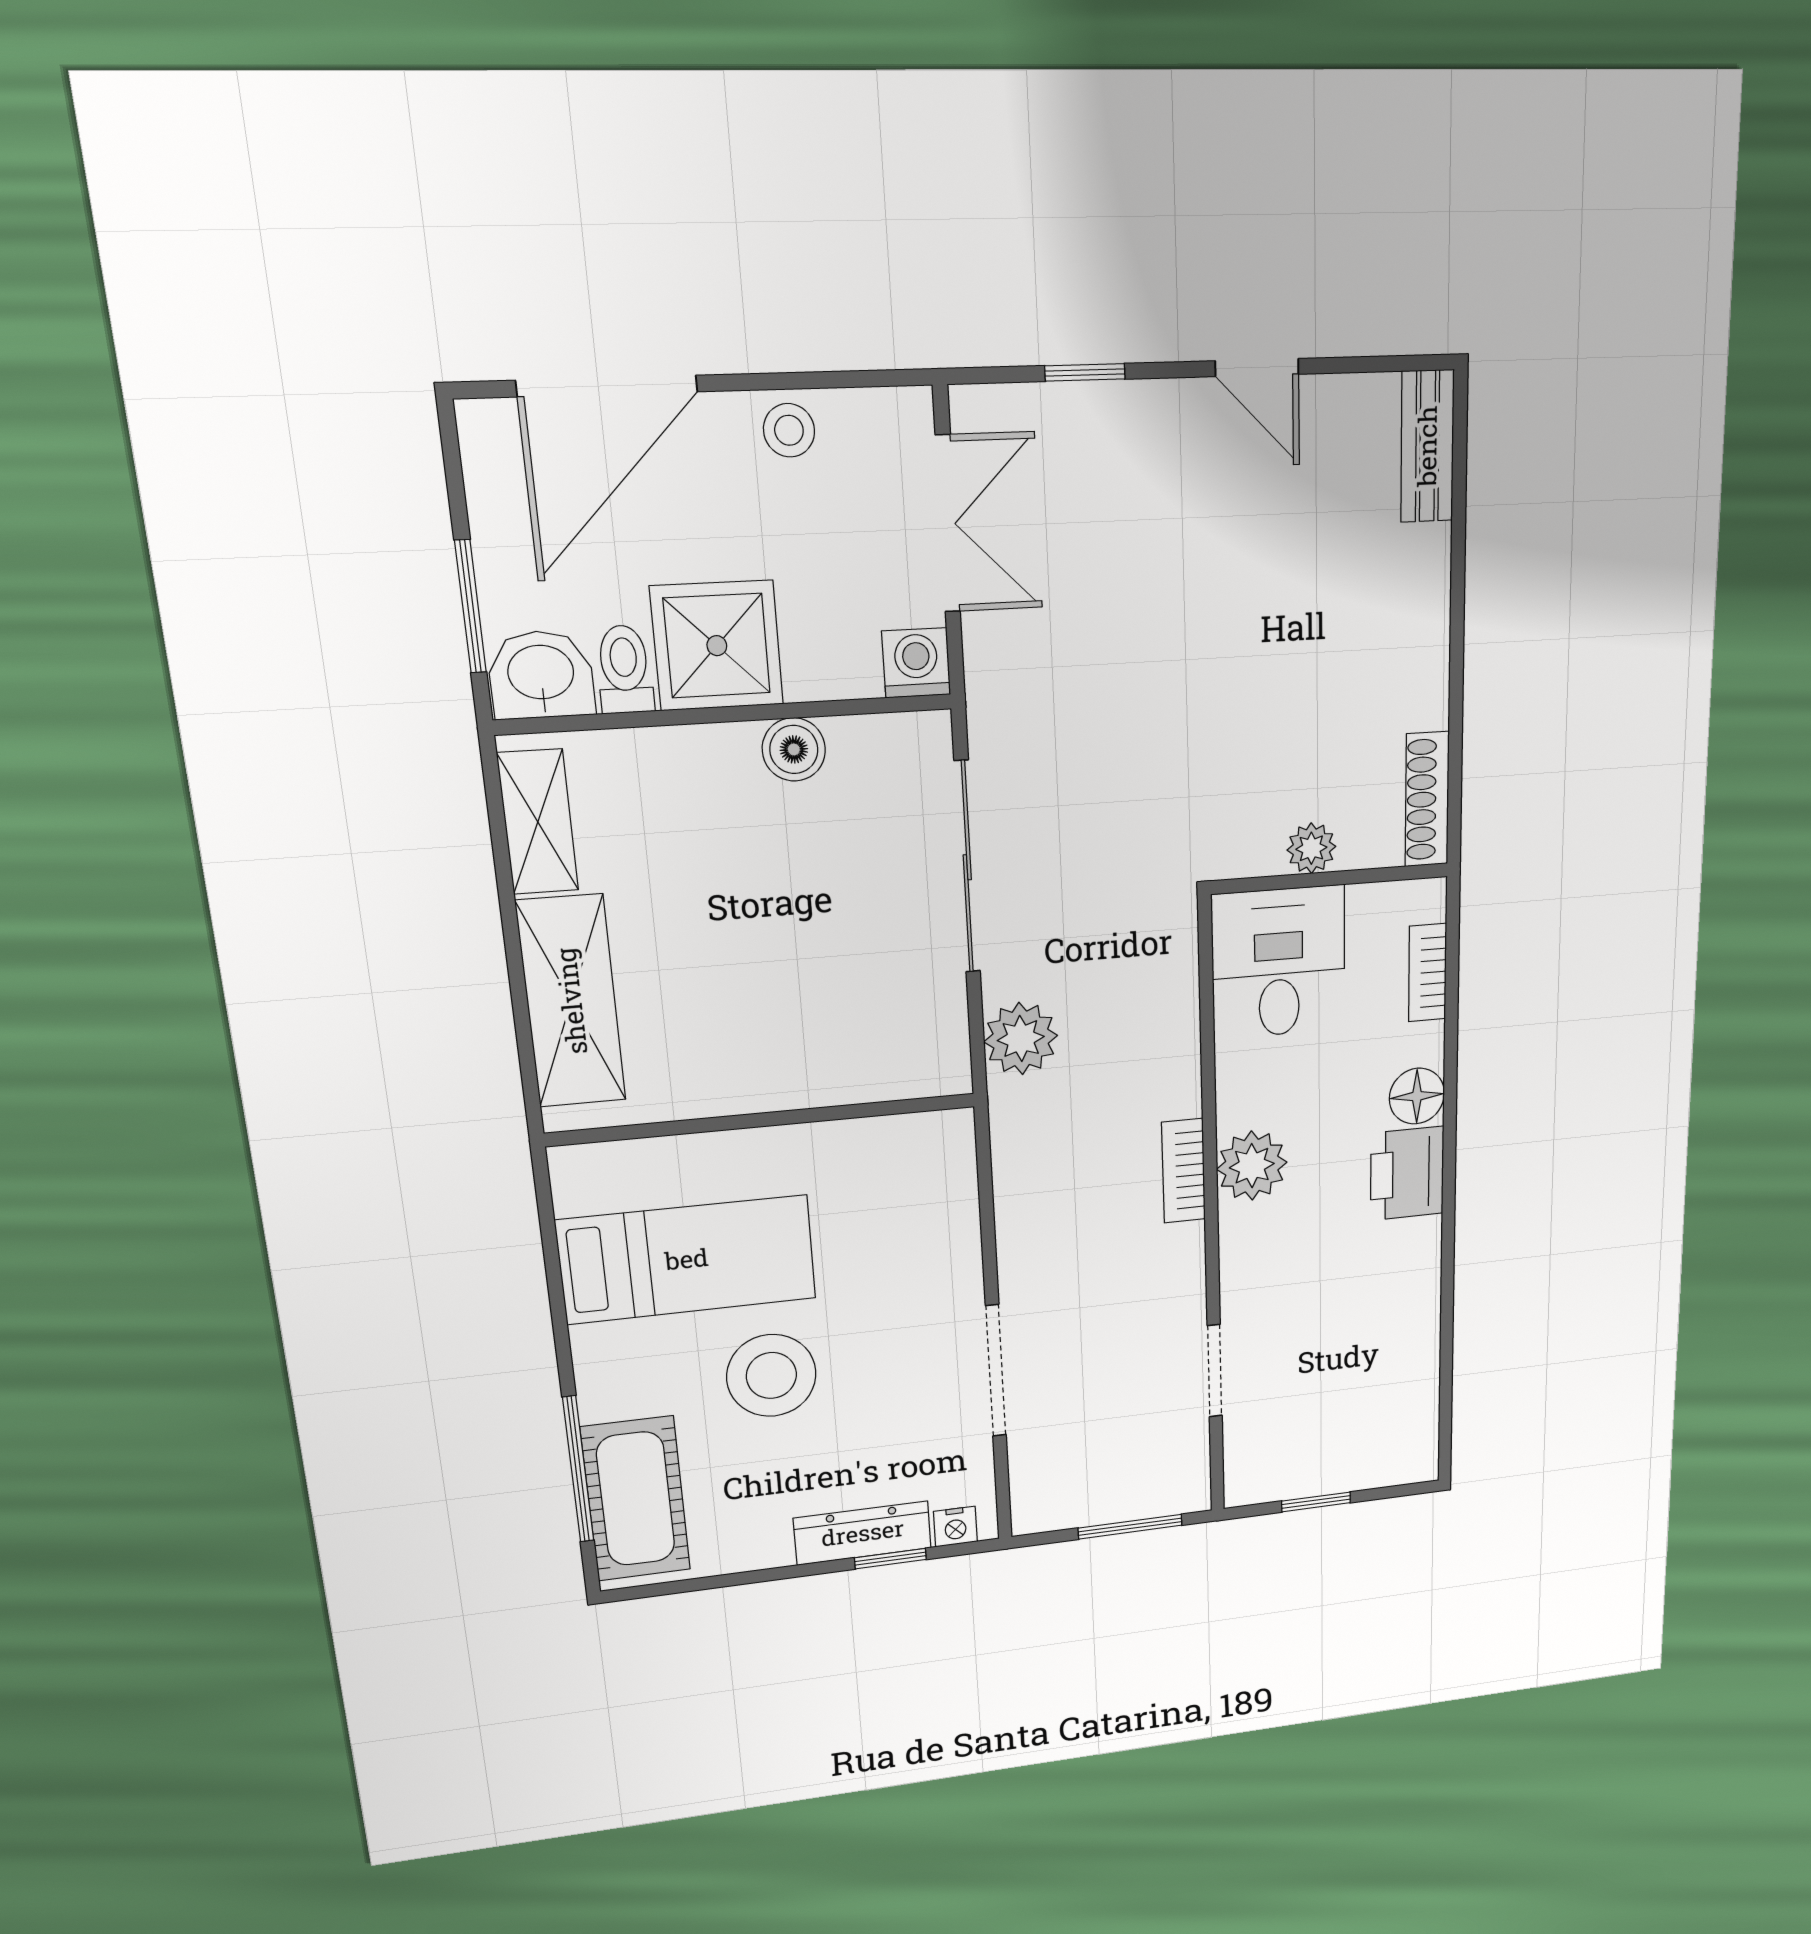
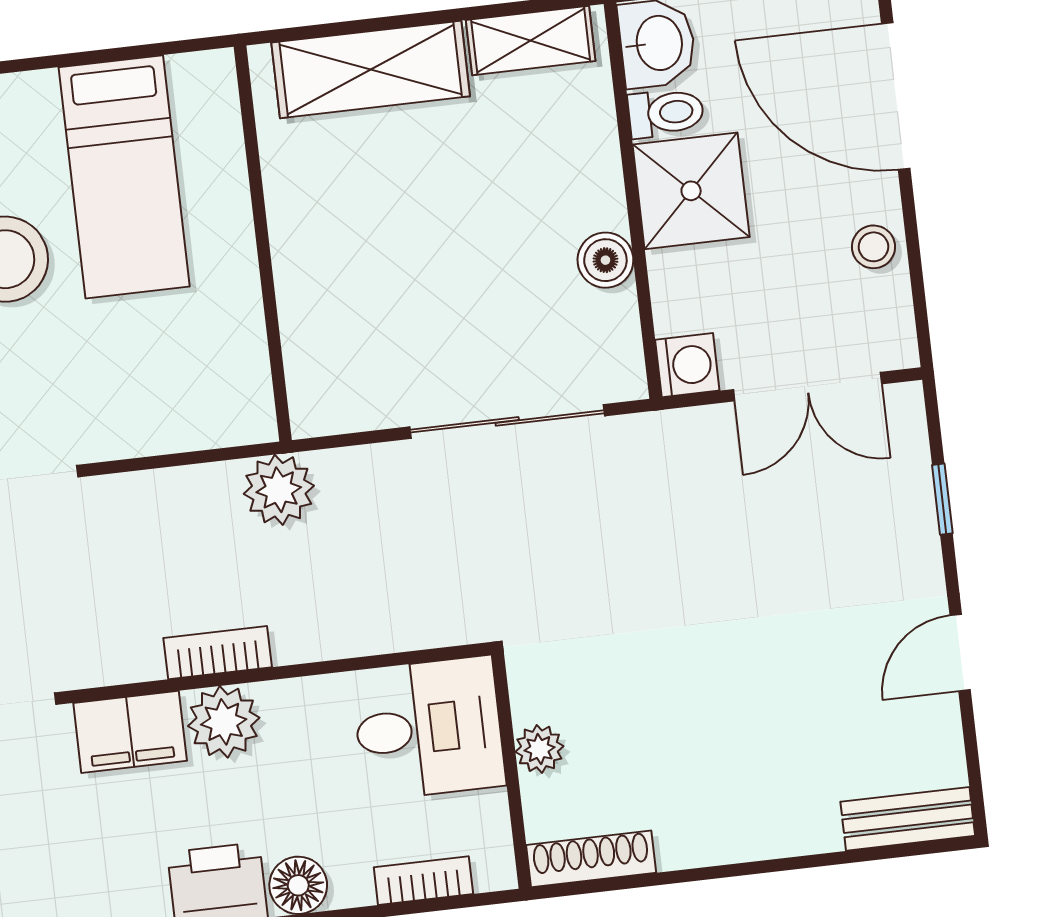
plant: (1021, 1039) -> (279, 490), moved
filing cabinet: (1252, 1255) -> (130, 732), added

